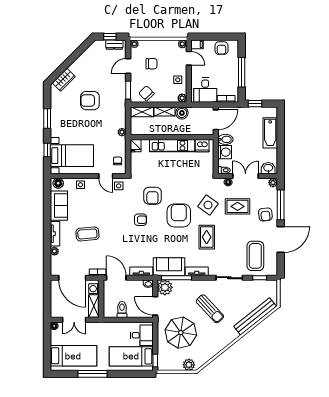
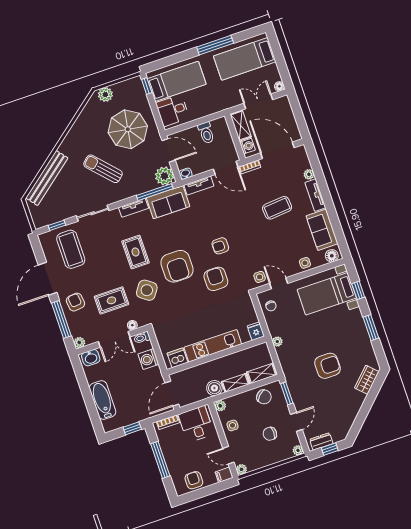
bidet: (225, 139) -> (153, 374), removed

